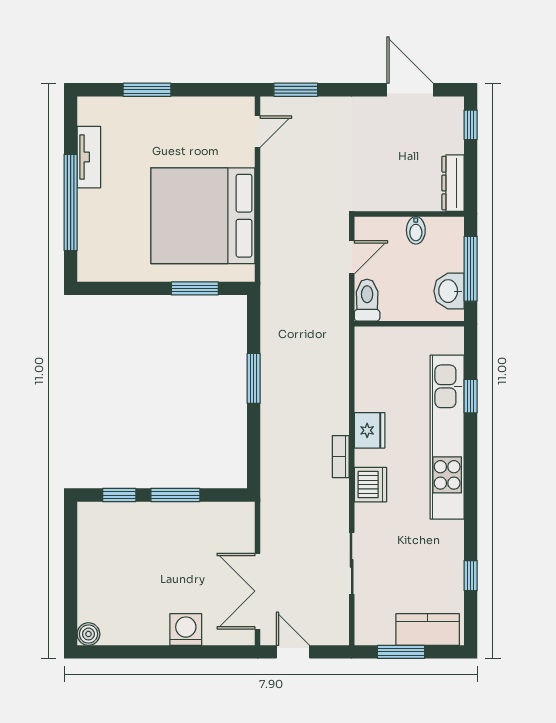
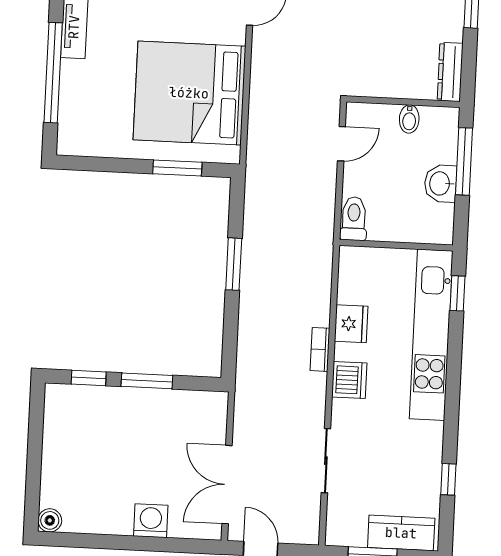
toilet: (367, 300) -> (354, 219), moved
wall: (409, 324) -> (396, 245), moved

